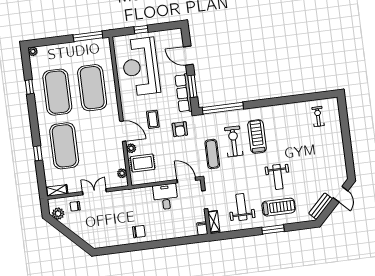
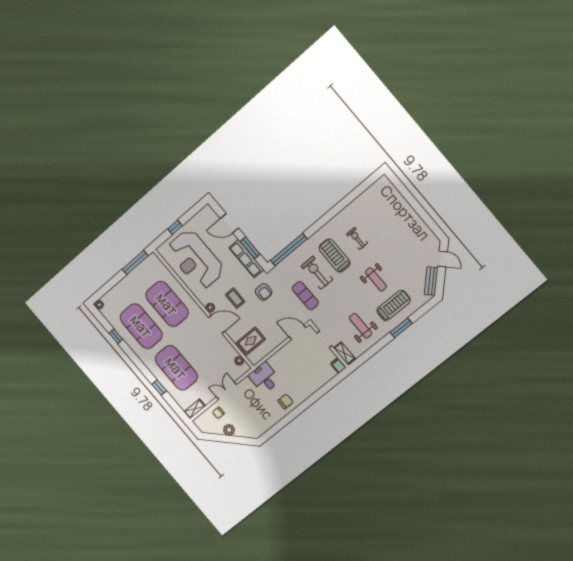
exercise bike: (318, 116) -> (357, 238), moved
plant: (131, 148) -> (210, 307), moved
desk: (166, 197) -> (264, 378), moved
plant: (58, 214) -> (229, 430), moved

